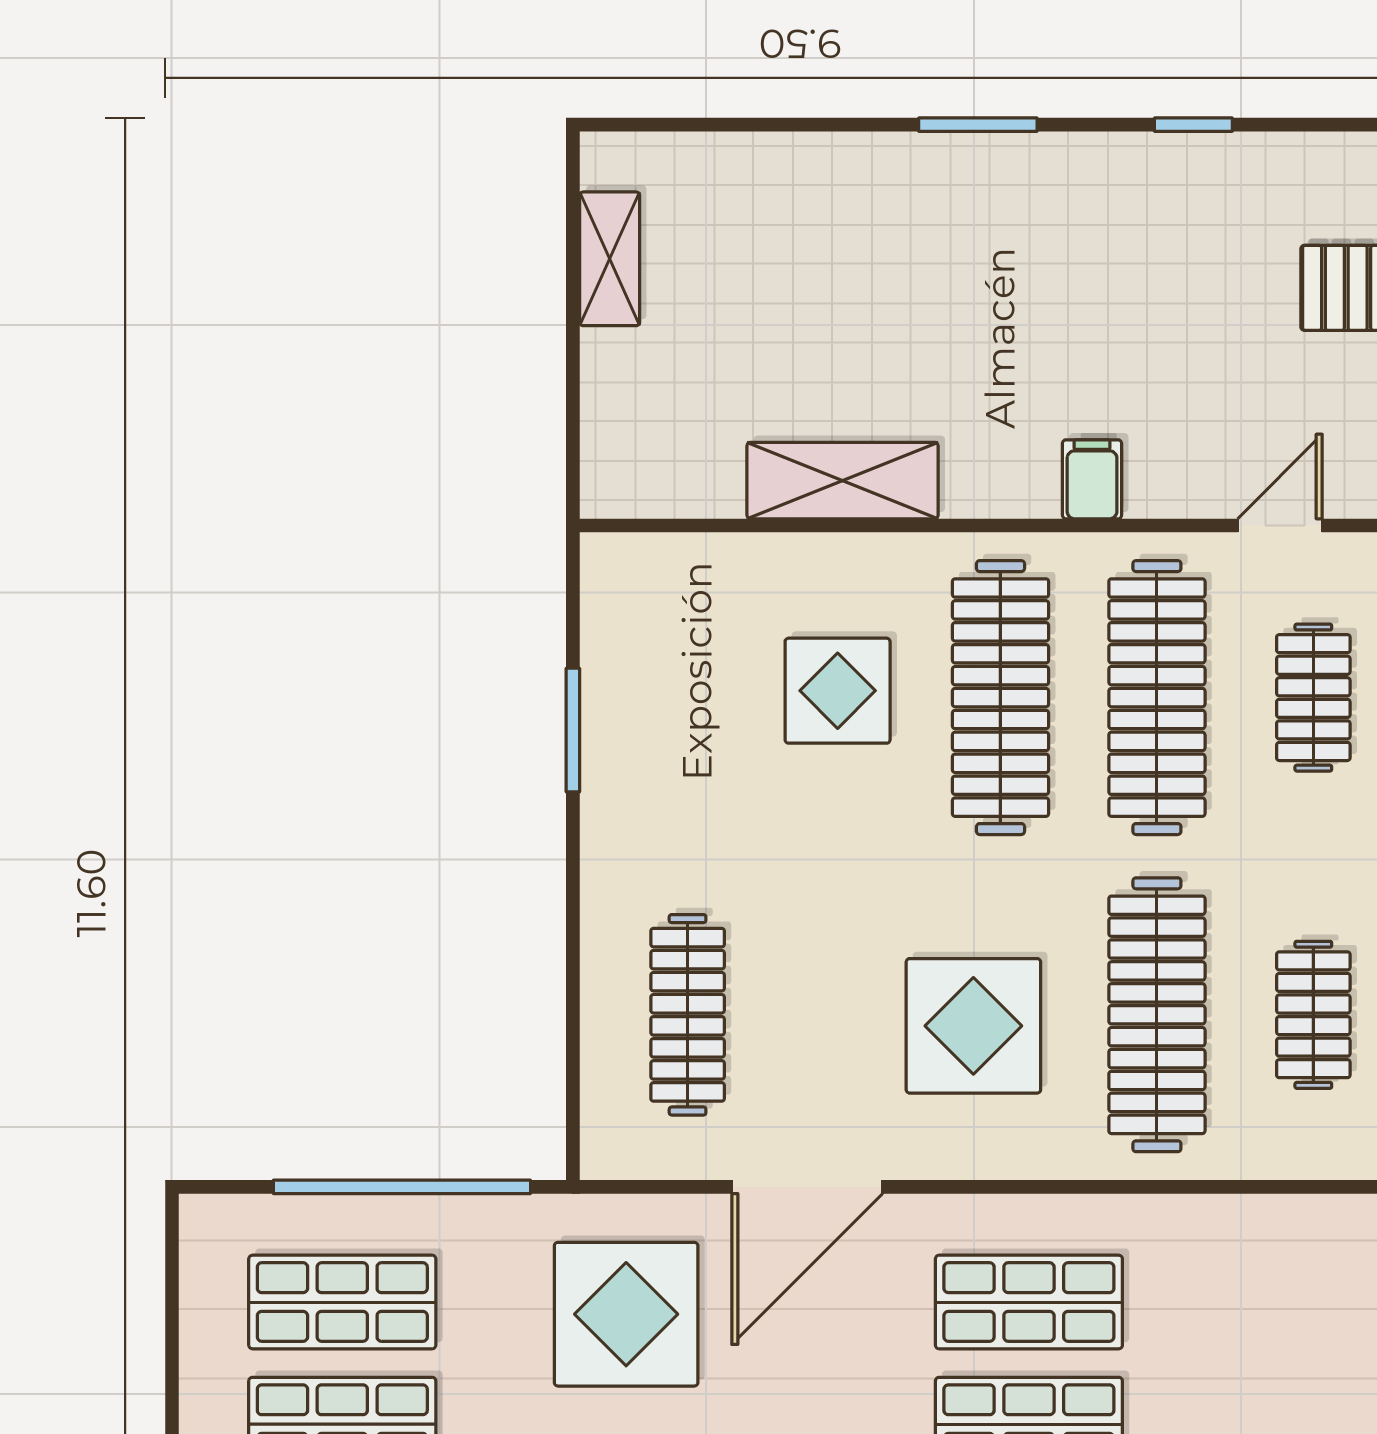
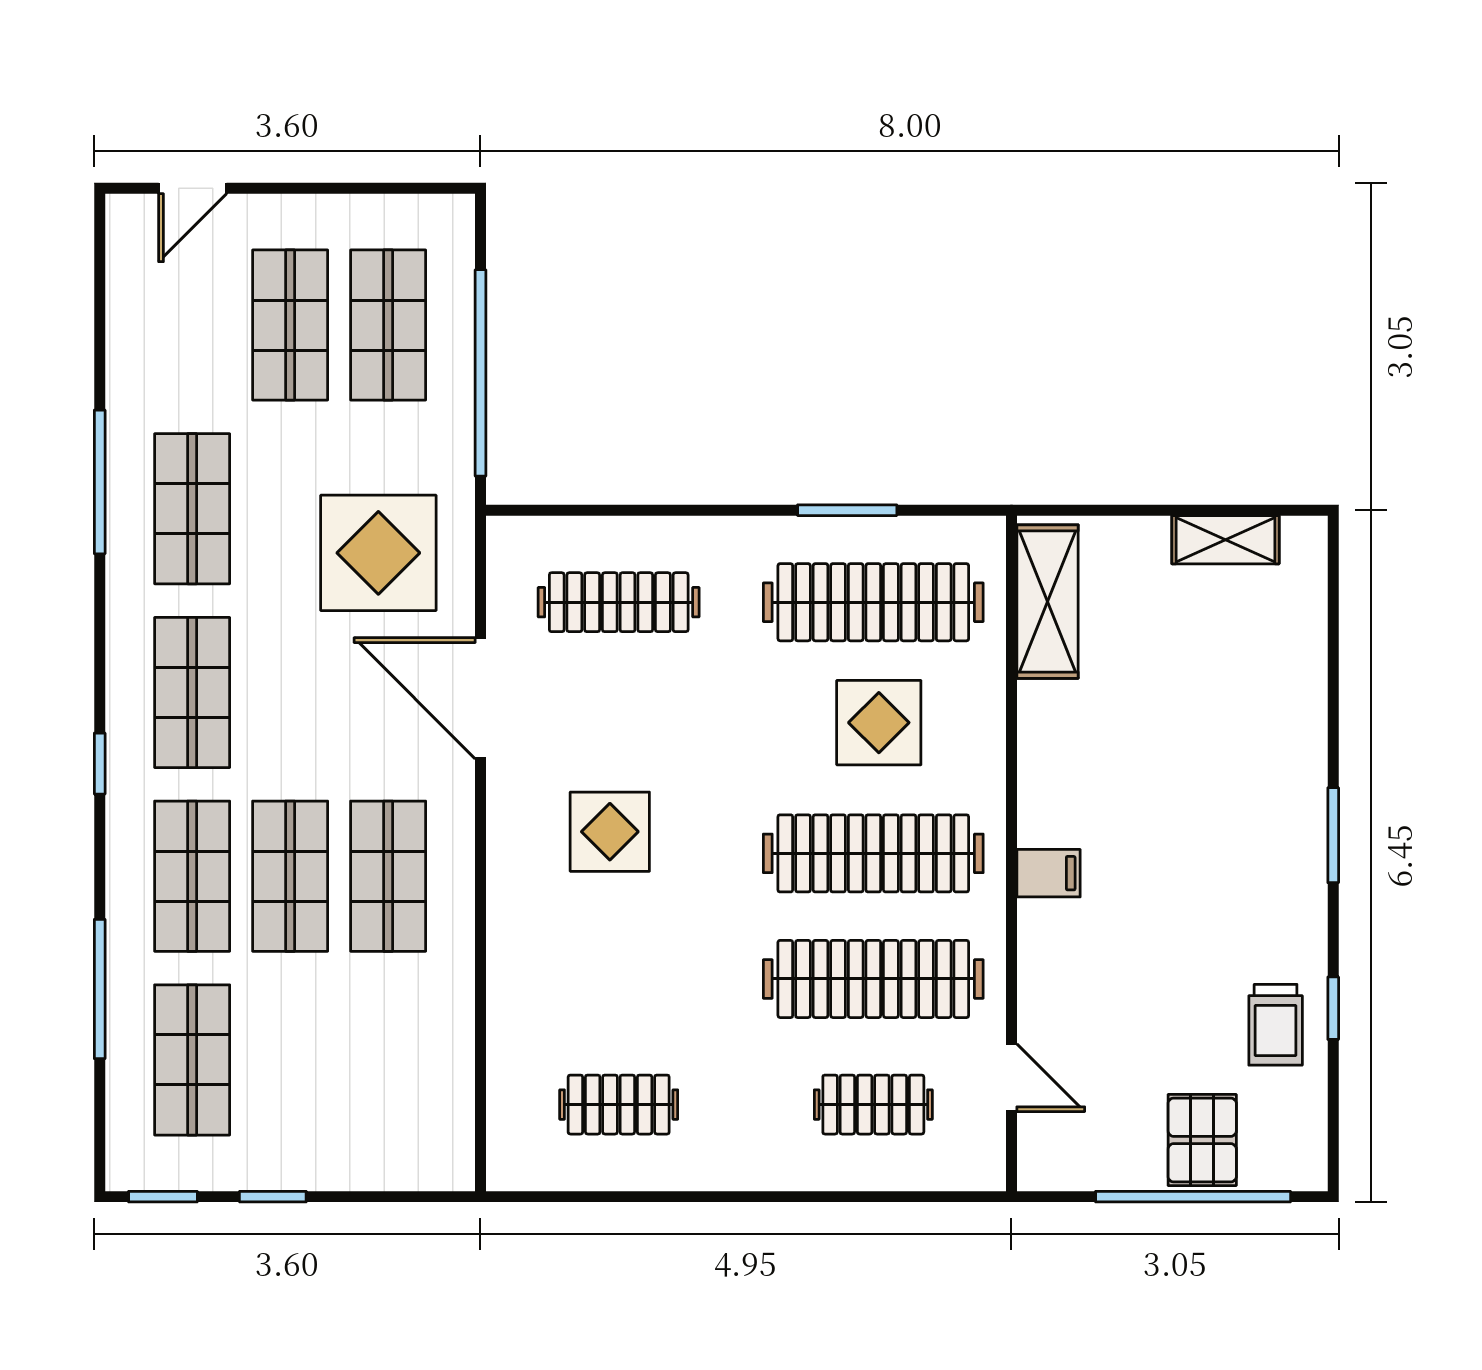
trolley: (1214, 196) -> (1276, 1025), added
filing cabinet: (1092, 479) -> (1049, 873), moved
shelving: (843, 481) -> (1047, 602), moved
clothes rail: (1157, 1015) -> (873, 602), moved
display table: (973, 1026) -> (610, 832), width x0.73, depth x0.73

